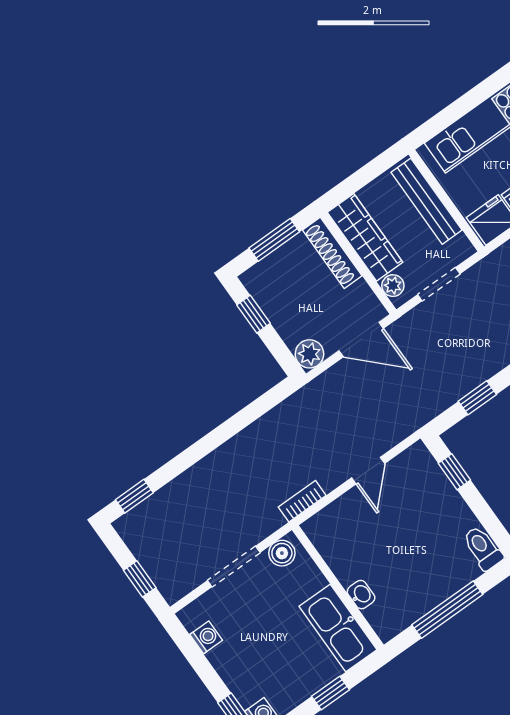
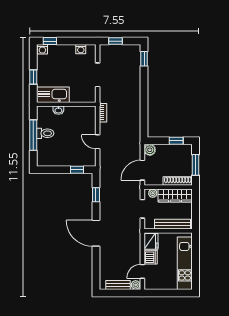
toilet: (483, 548) -> (45, 133), moved
boiler: (282, 553) -> (91, 94), removed

